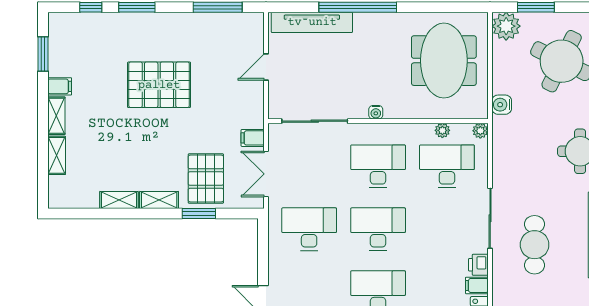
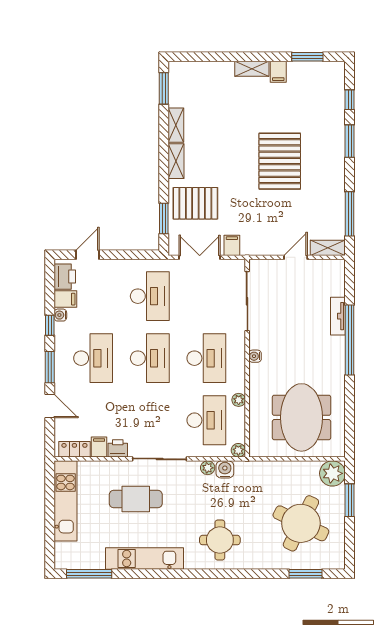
tv unit: (312, 22) -> (338, 316), width x0.52, depth x0.78
meeting table: (444, 61) -> (301, 417), turned 90
door: (266, 67) -> (296, 257), hinge flipped
water cooler: (502, 105) -> (225, 469), moved
plant: (442, 130) -> (239, 400), moved
shelving: (57, 155) -> (328, 248), moved
plant: (500, 165) -> (208, 468), added
window: (78, 214) -> (164, 88), added
window: (199, 214) -> (164, 218), moved

